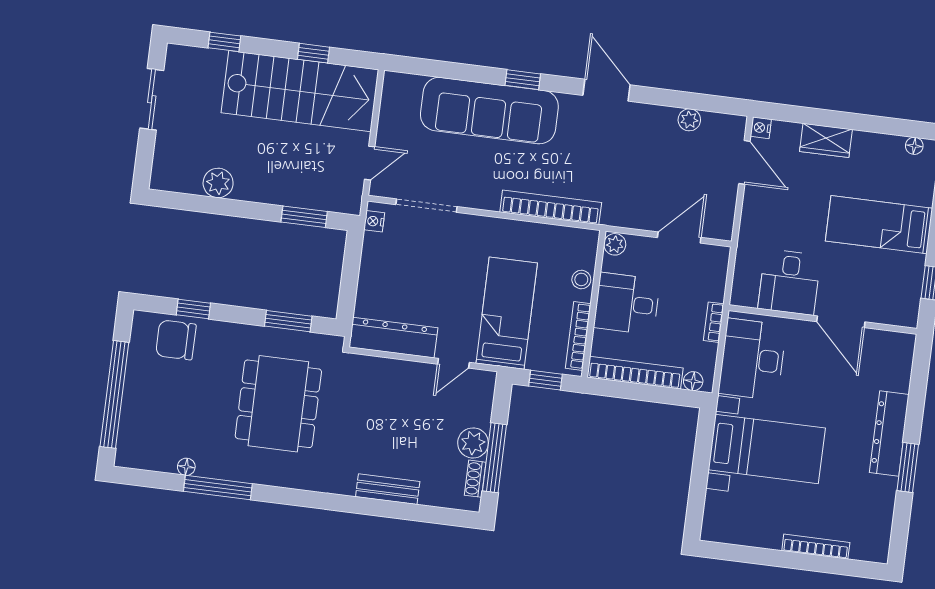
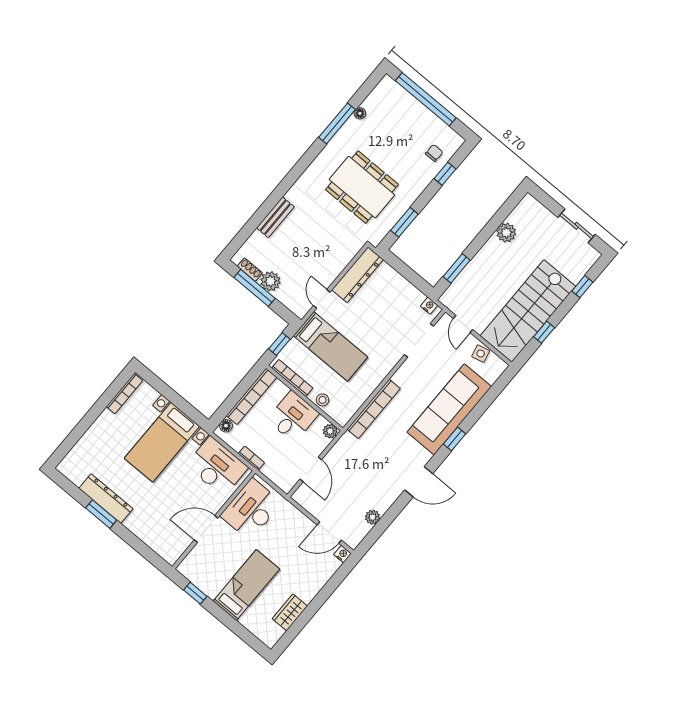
side table: (393, 117) -> (481, 354), added
wardrobe: (826, 140) -> (290, 612), moved
floor lamp: (914, 146) -> (278, 633), removed
desk: (789, 282) -> (251, 509), width x1.37
chair: (176, 340) -> (434, 153), width x0.54, depth x0.54
dresser: (889, 433) -> (106, 498), moved
bookcase: (816, 547) -> (125, 394), moved

